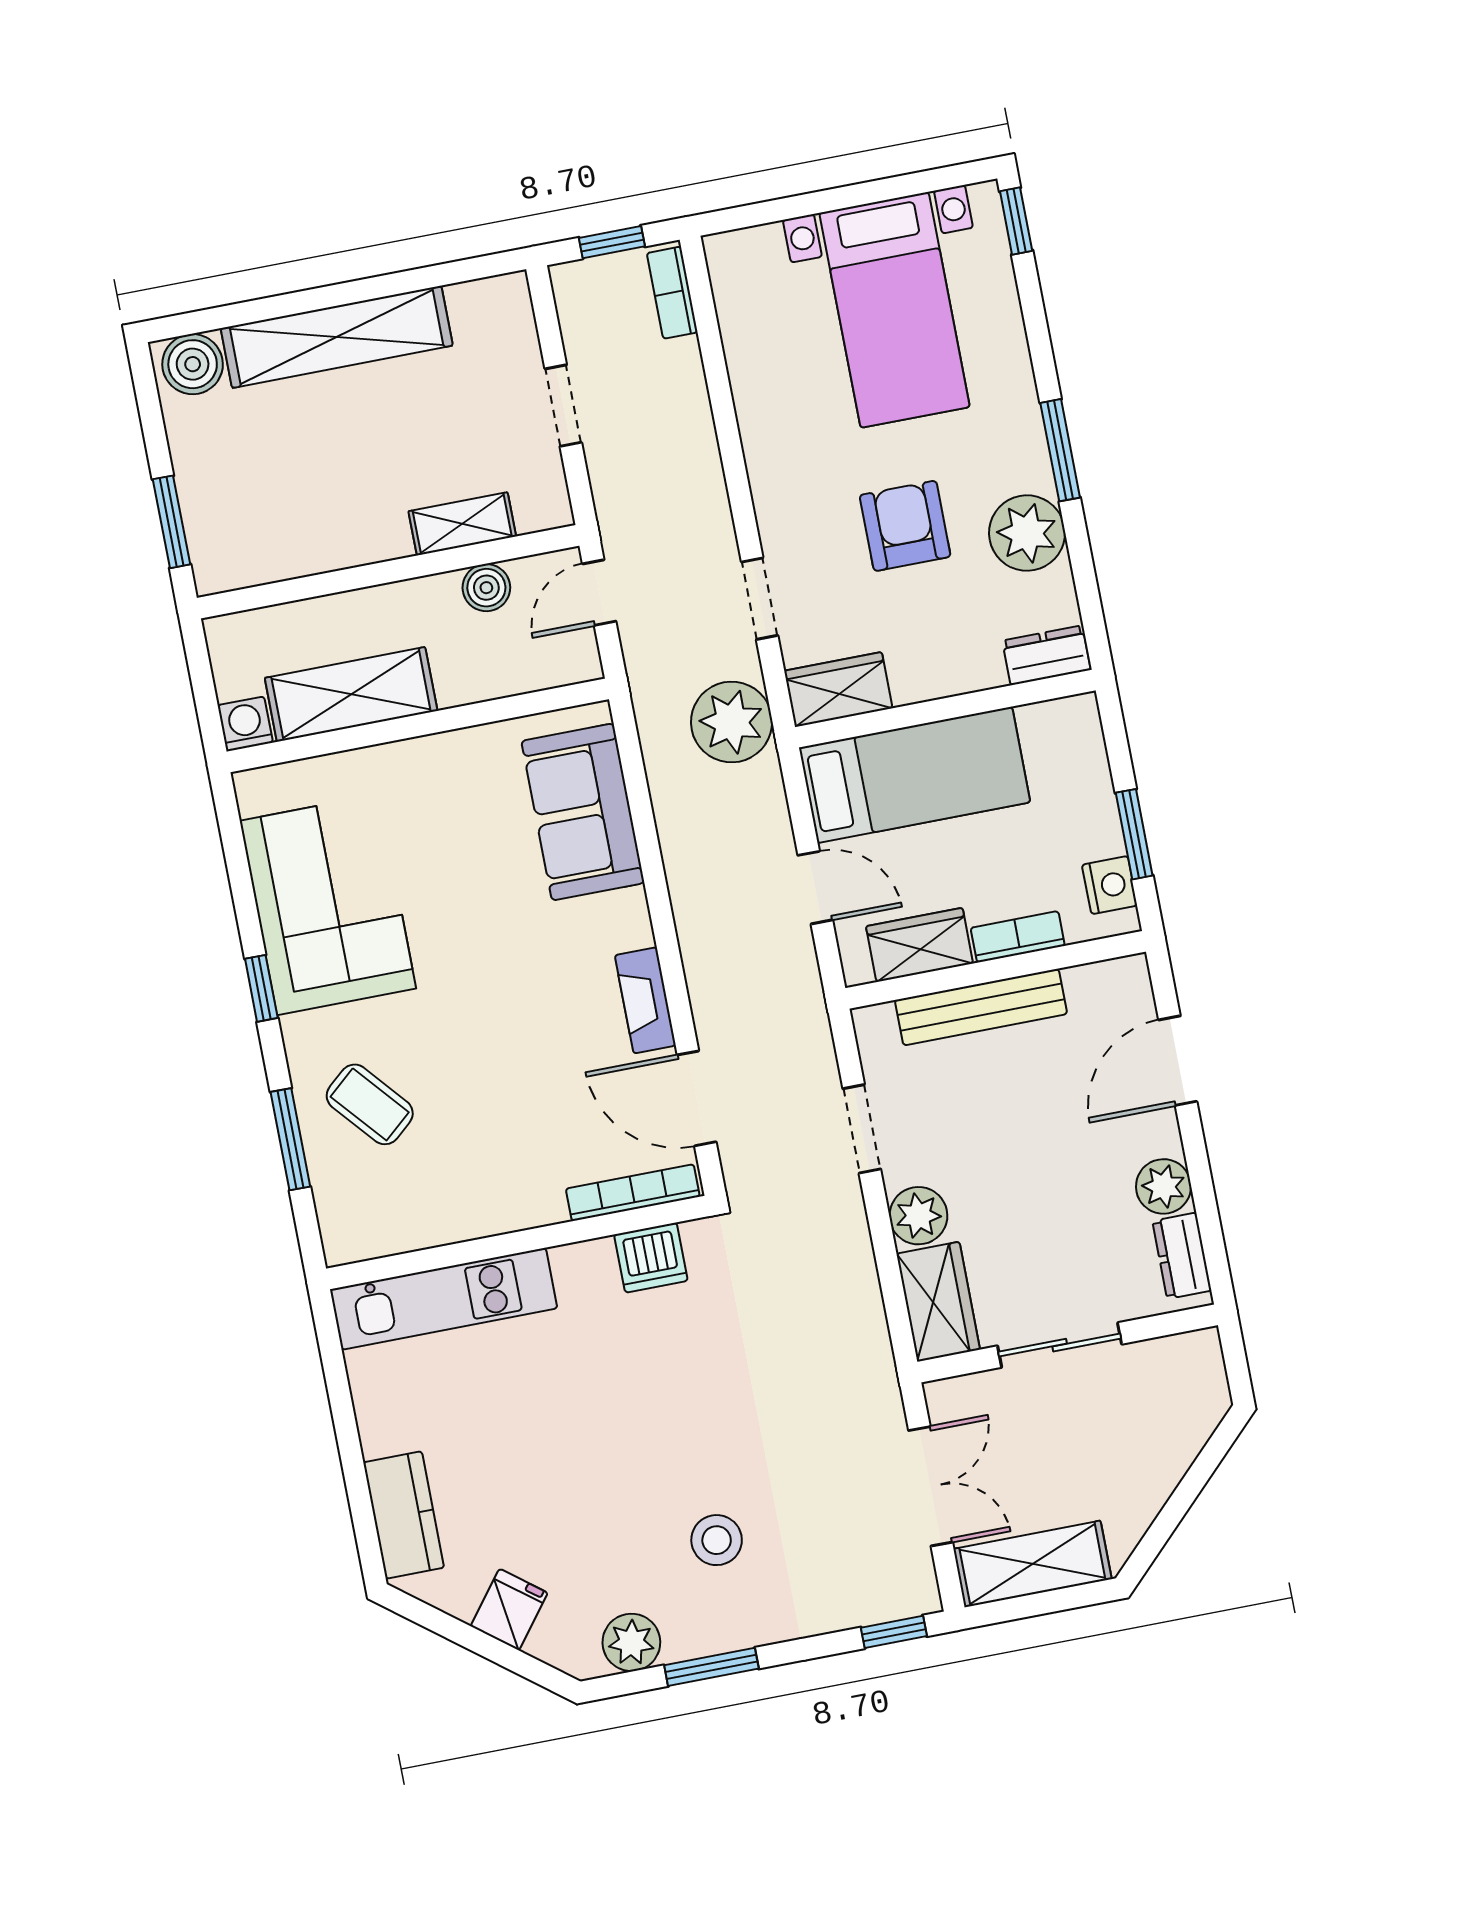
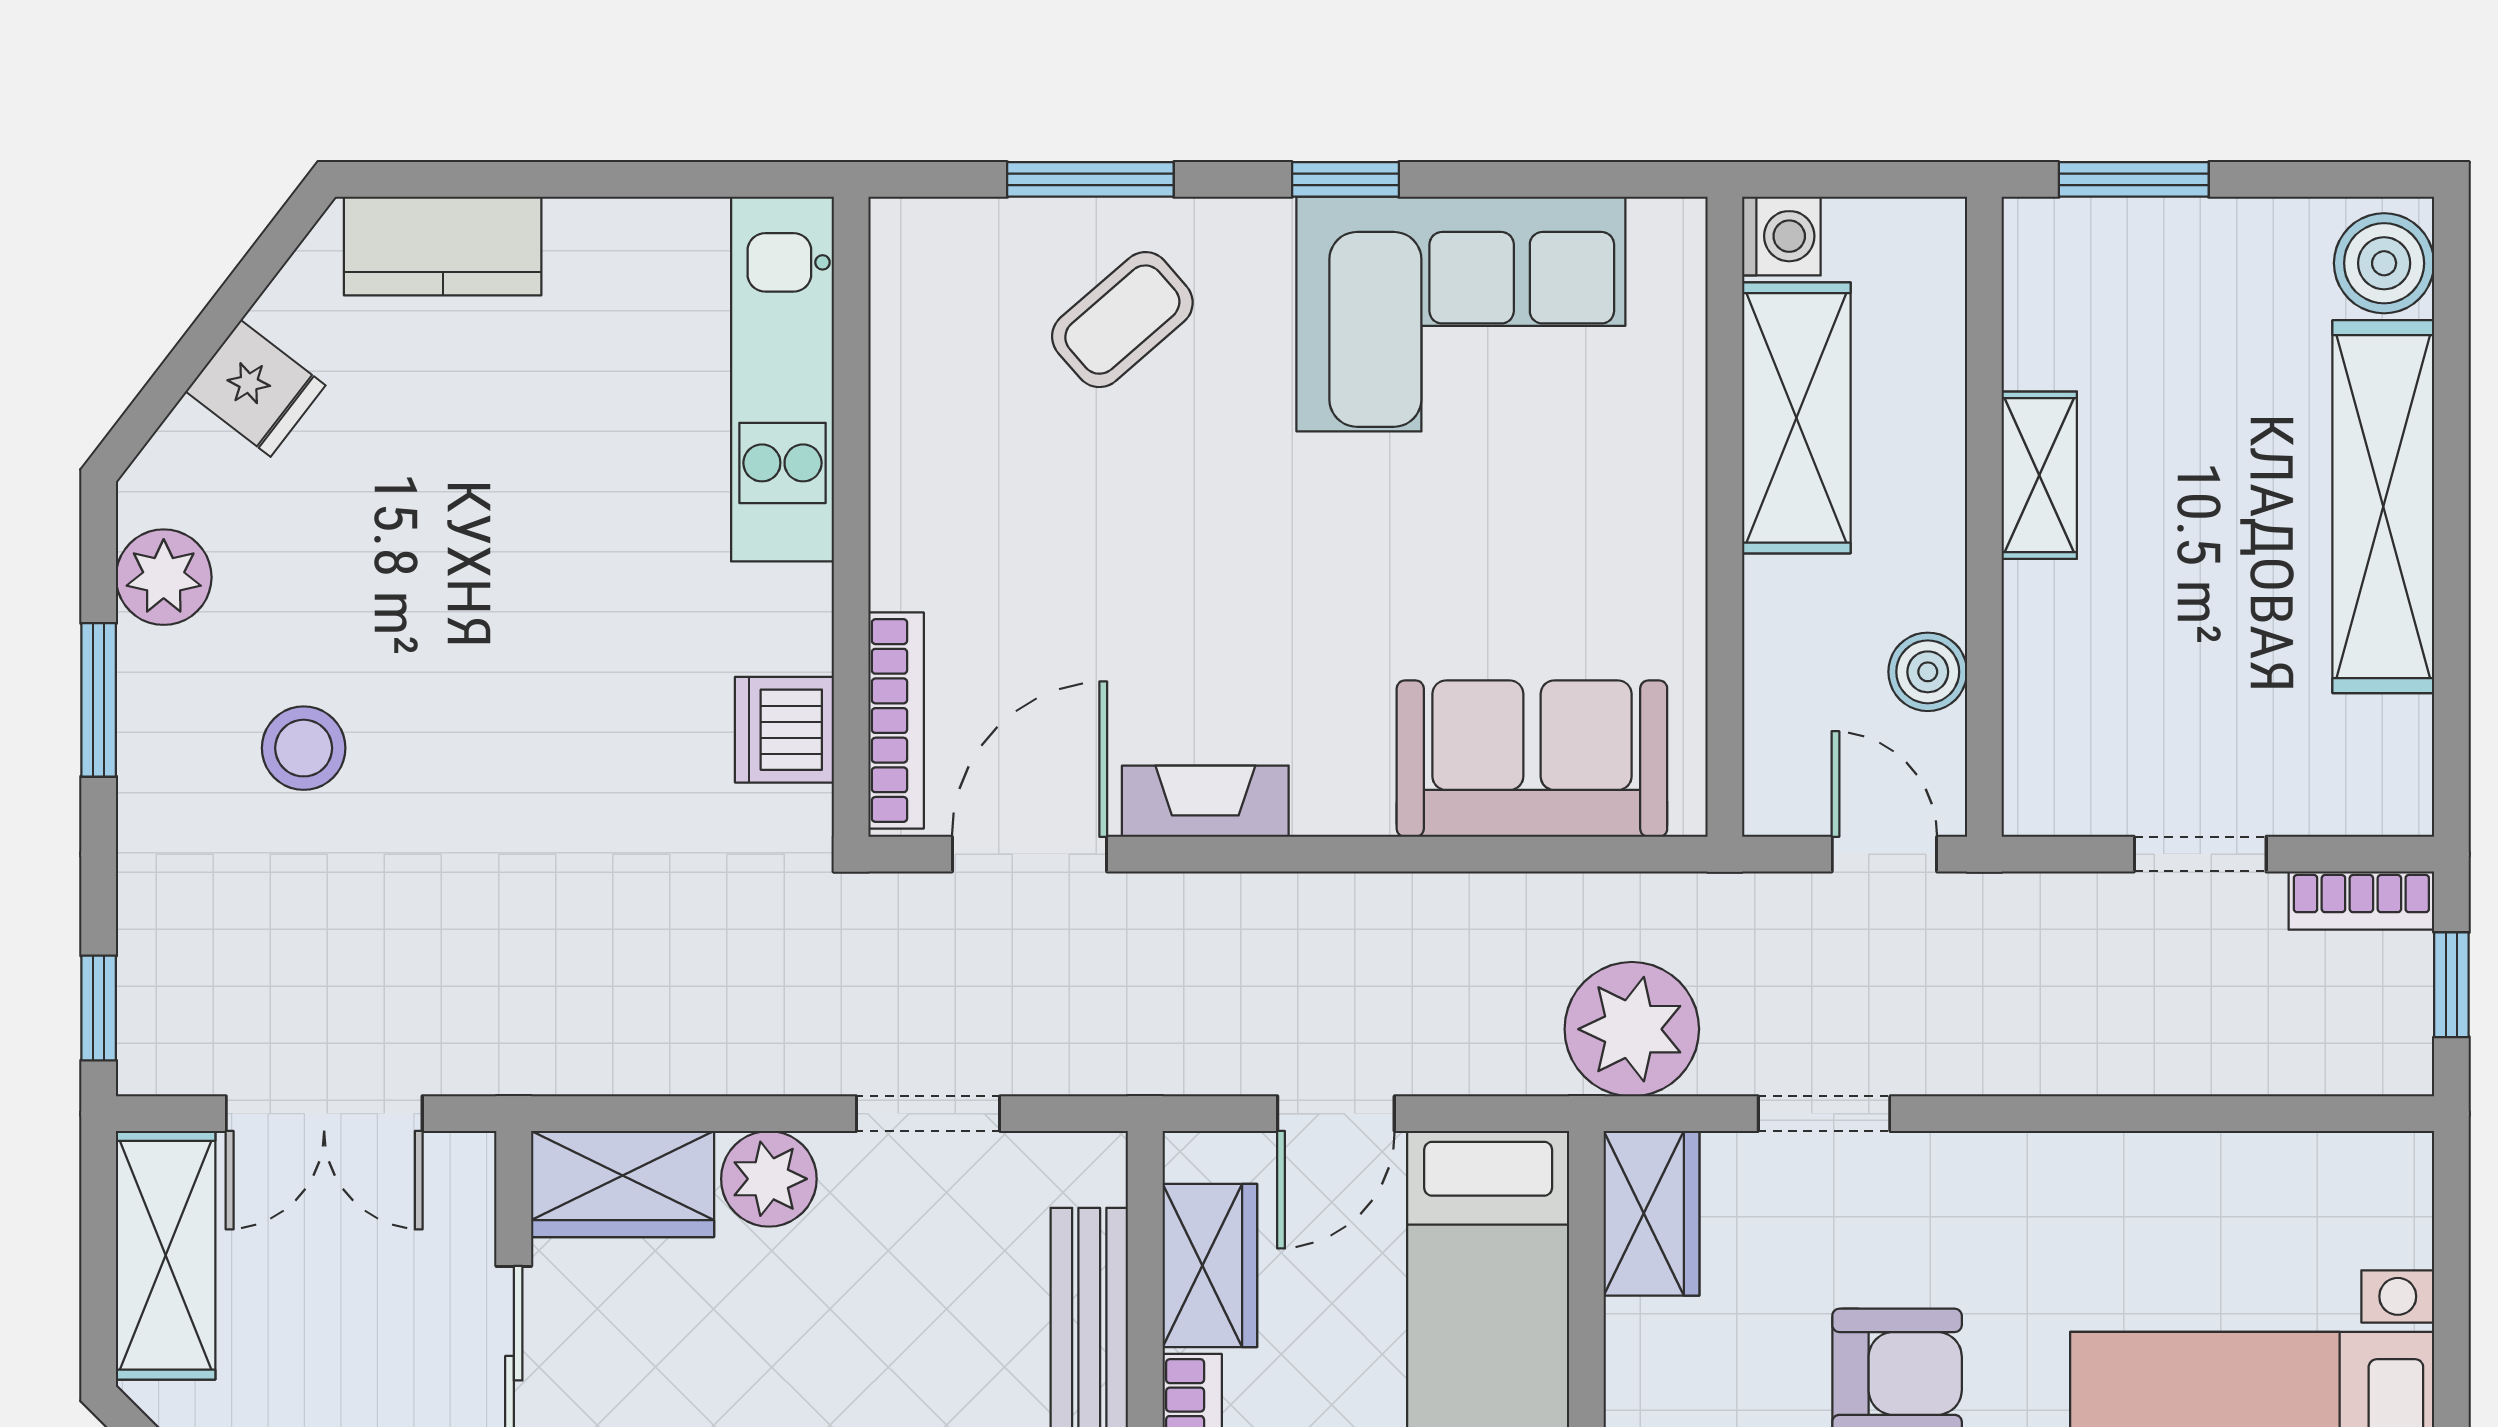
bookcase: (672, 293) -> (2361, 901), moved, turned 180
shelving: (462, 524) -> (2039, 475), moved

